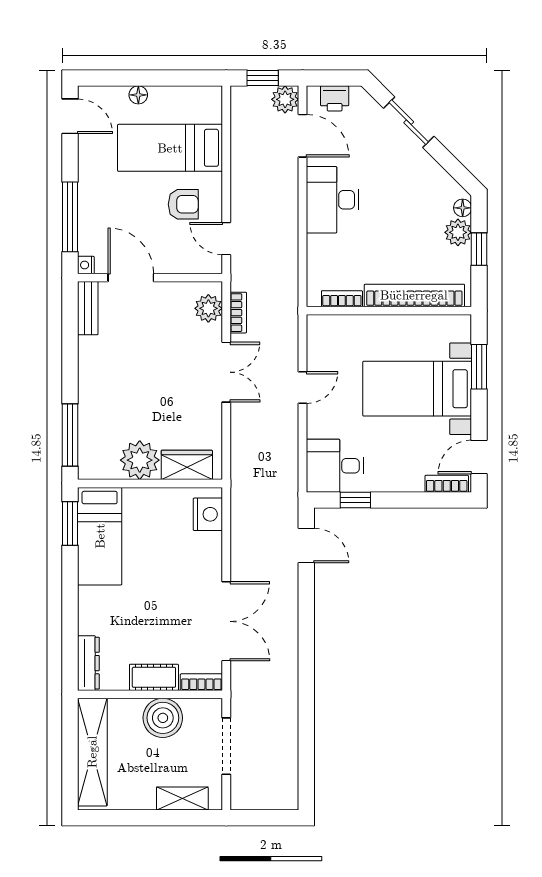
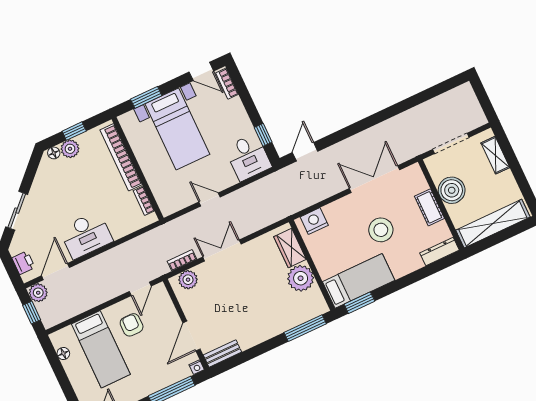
floor lamp: (138, 95) -> (63, 353), moved
stool: (154, 598) -> (381, 230), added
bookcase: (201, 682) -> (419, 177), removed

